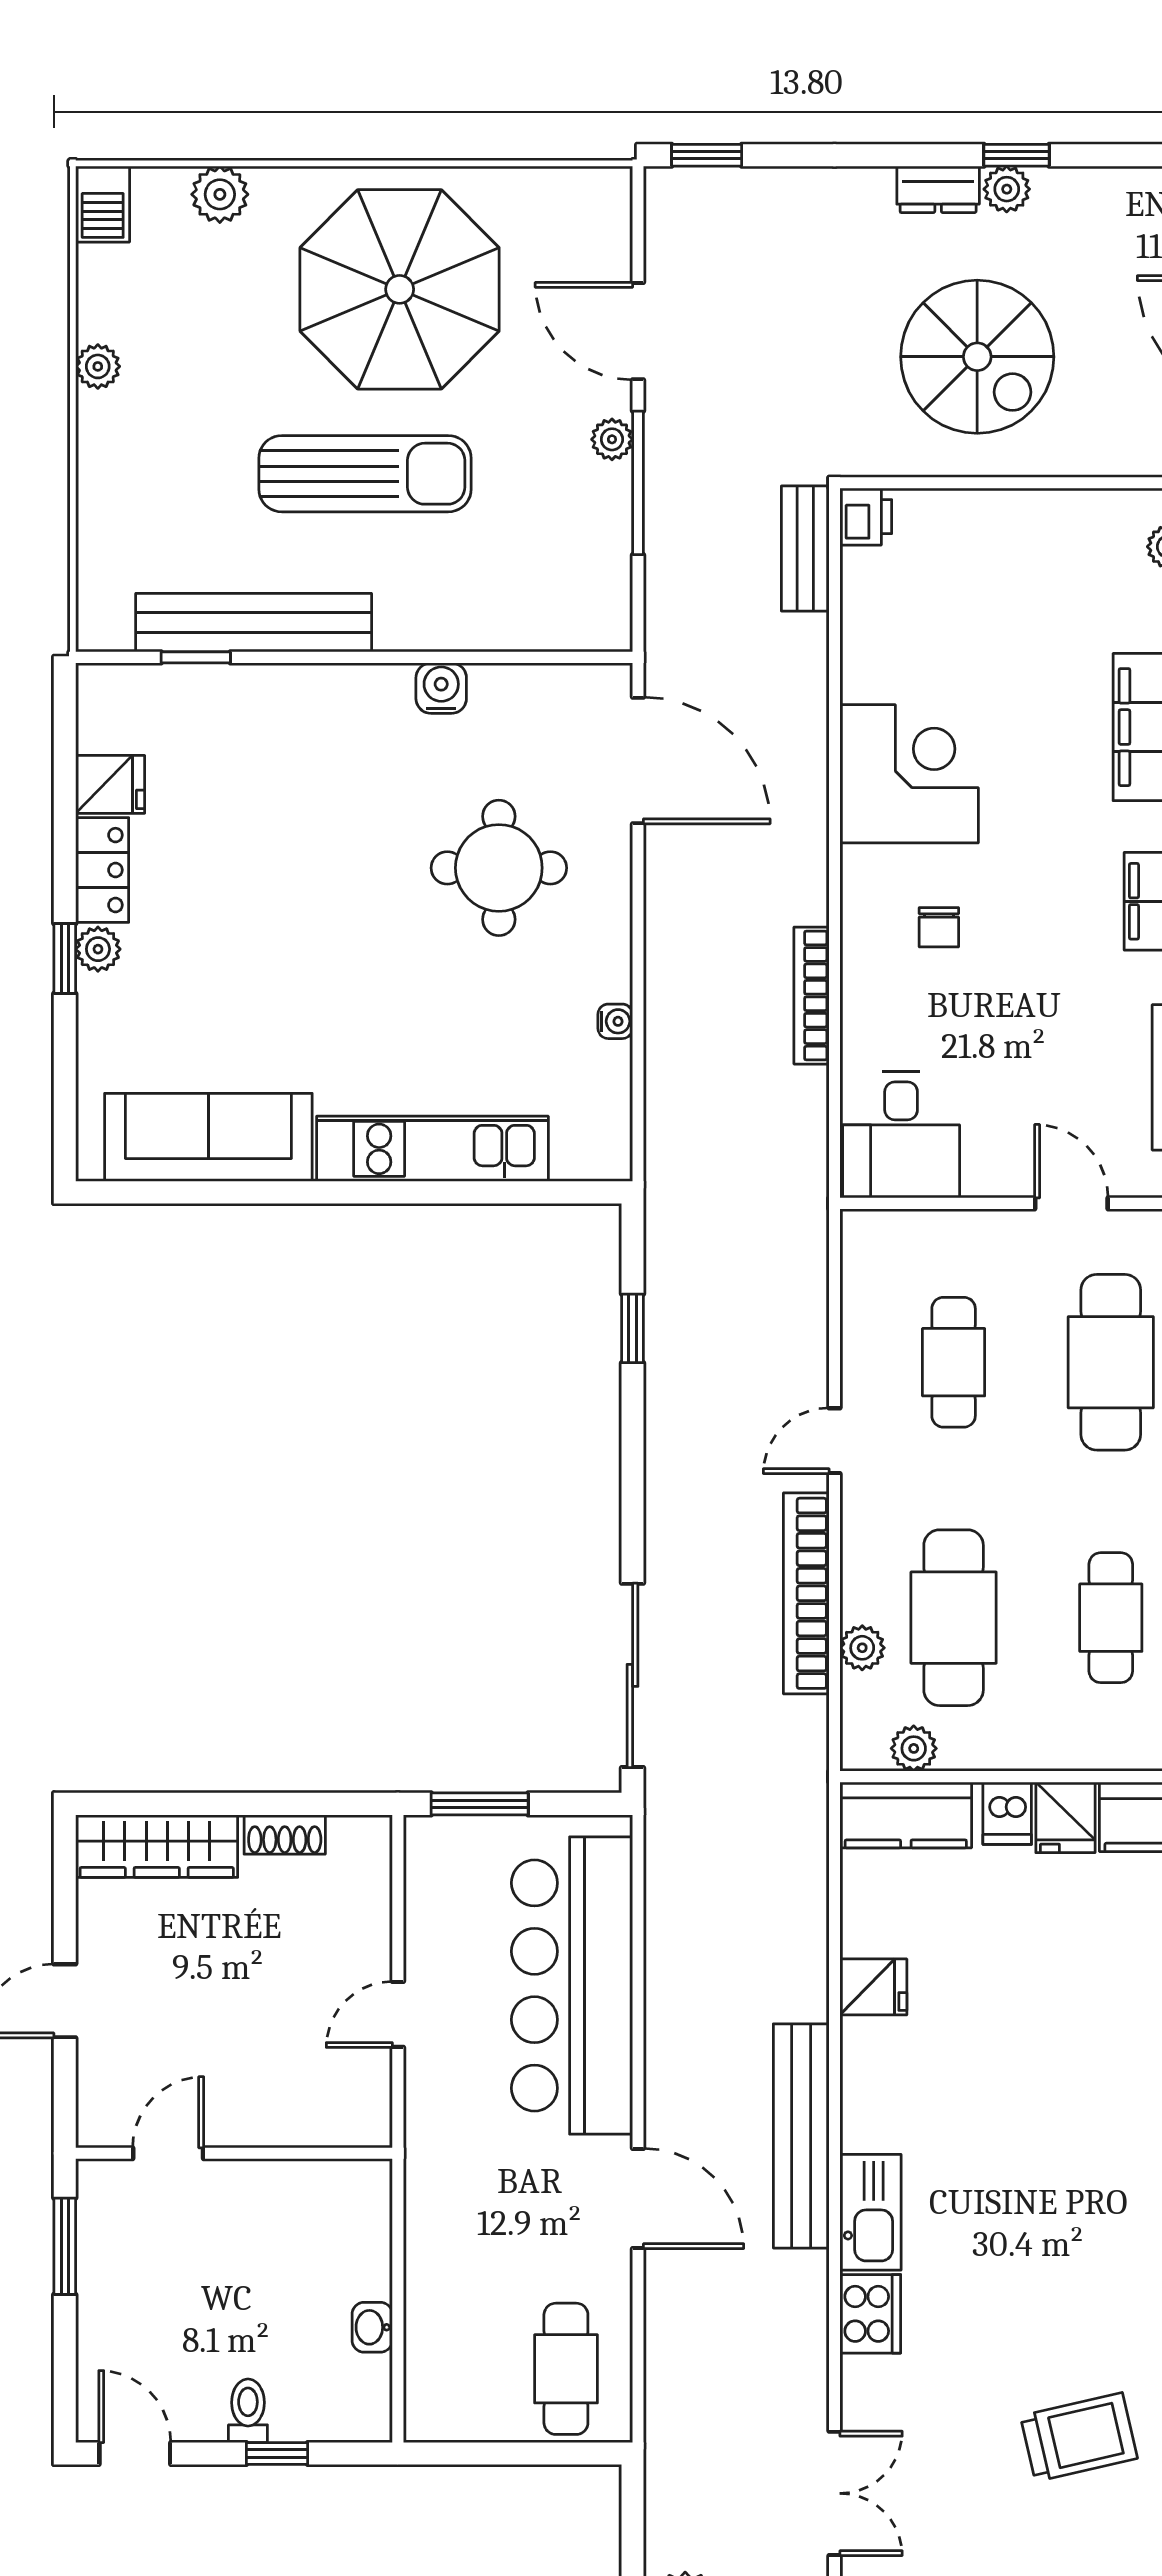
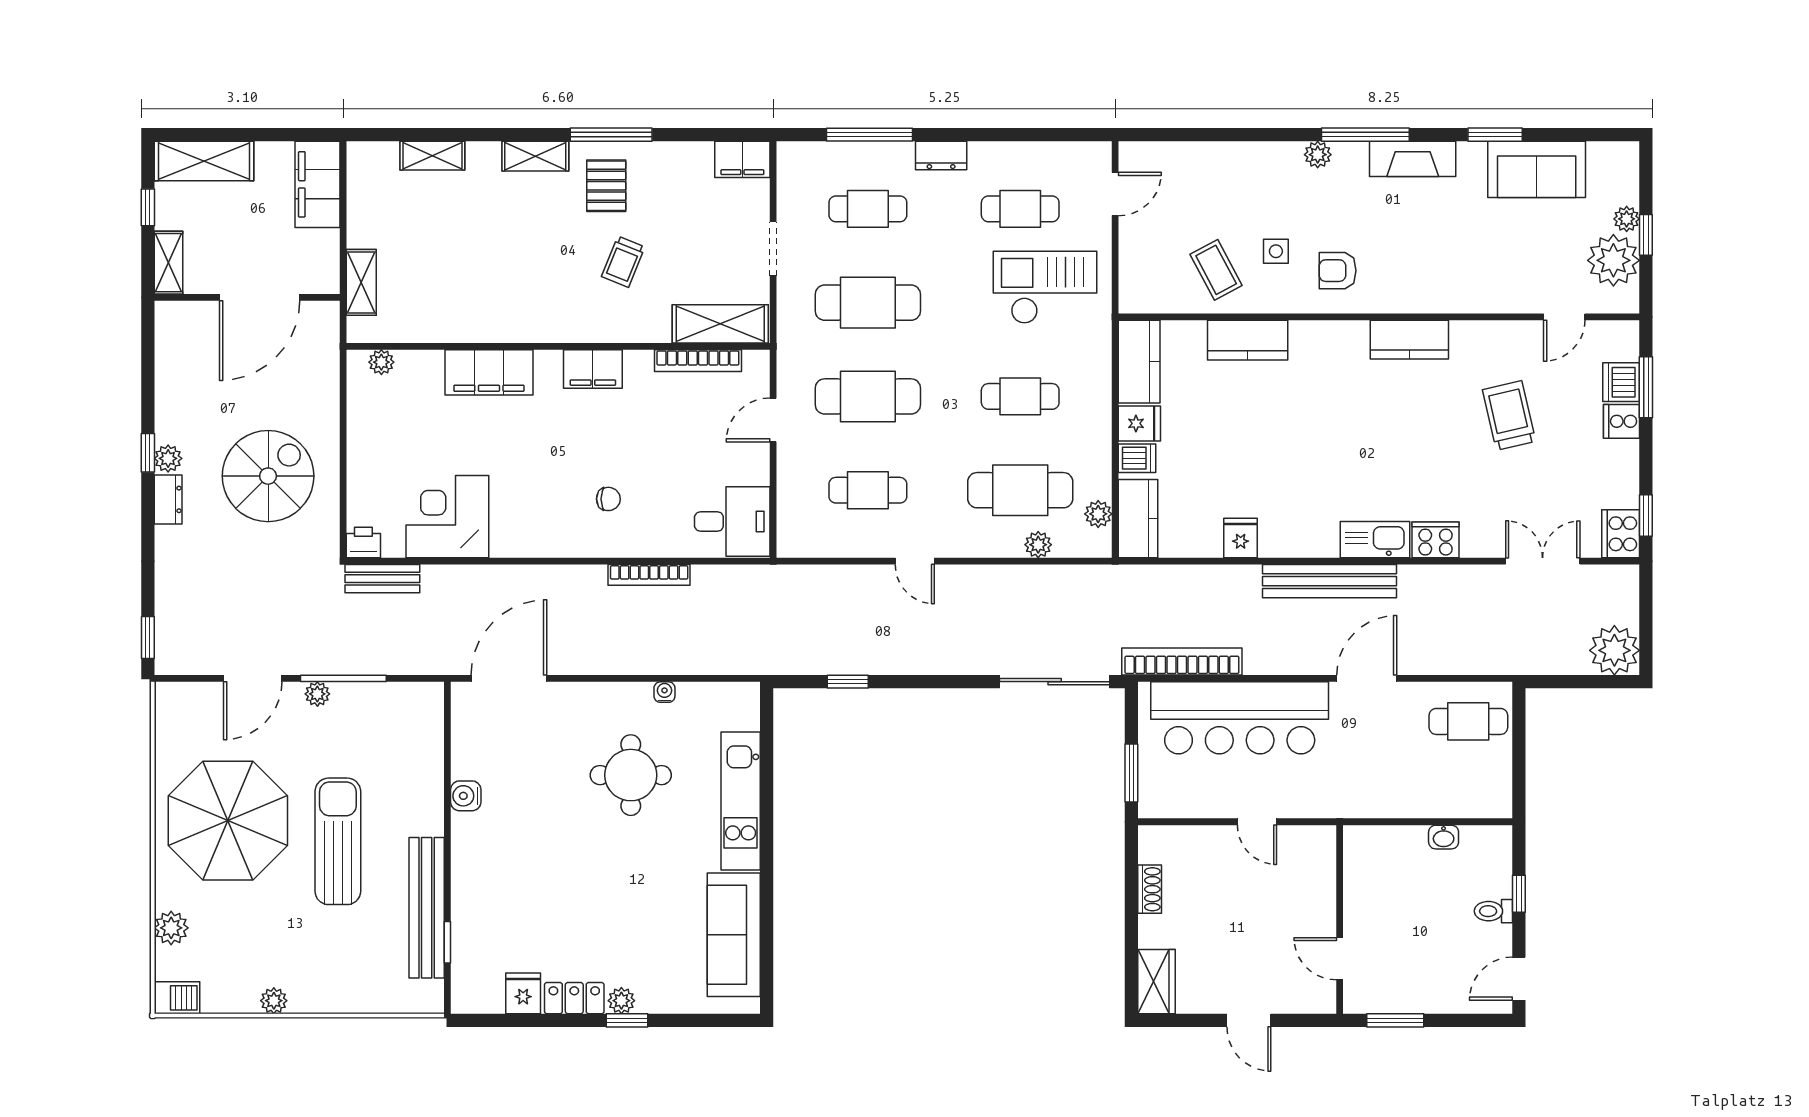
corner desk: (909, 774) -> (447, 517), moved
round table: (499, 868) -> (631, 775), moved
bookcase: (806, 1593) -> (1182, 662), moved, turned 180
wardrobe: (157, 1846) -> (1157, 982), width x0.67

